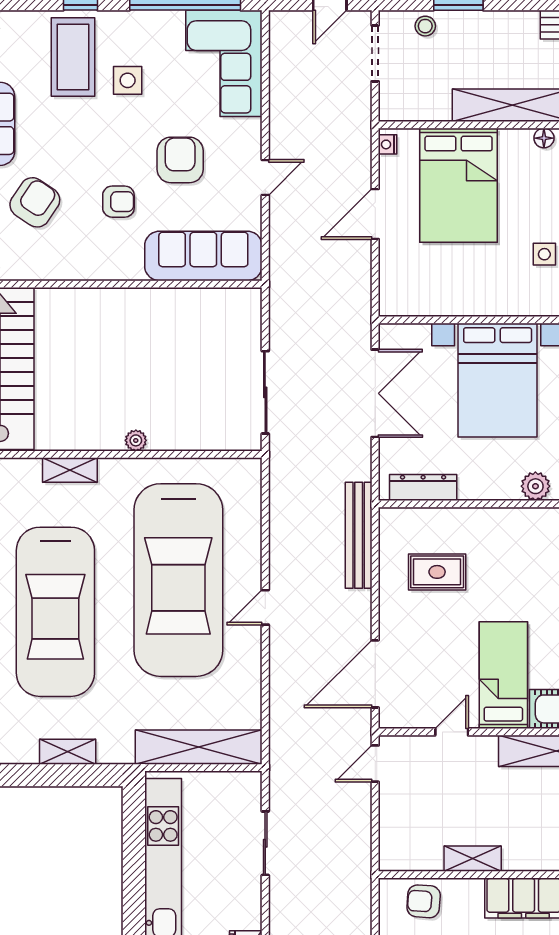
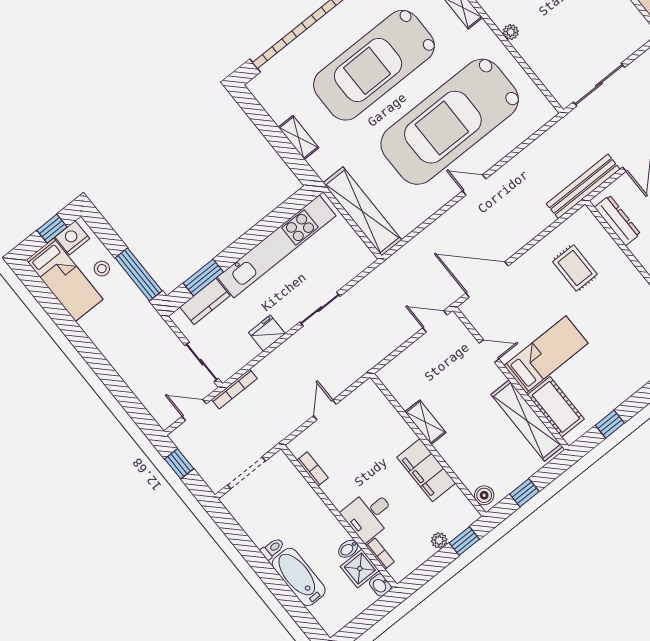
bench: (359, 535) -> (583, 186), moved
sliding door: (265, 843) -> (320, 309), moved
armchair: (424, 901) -> (378, 414), removed

